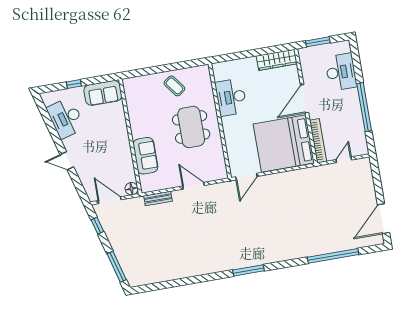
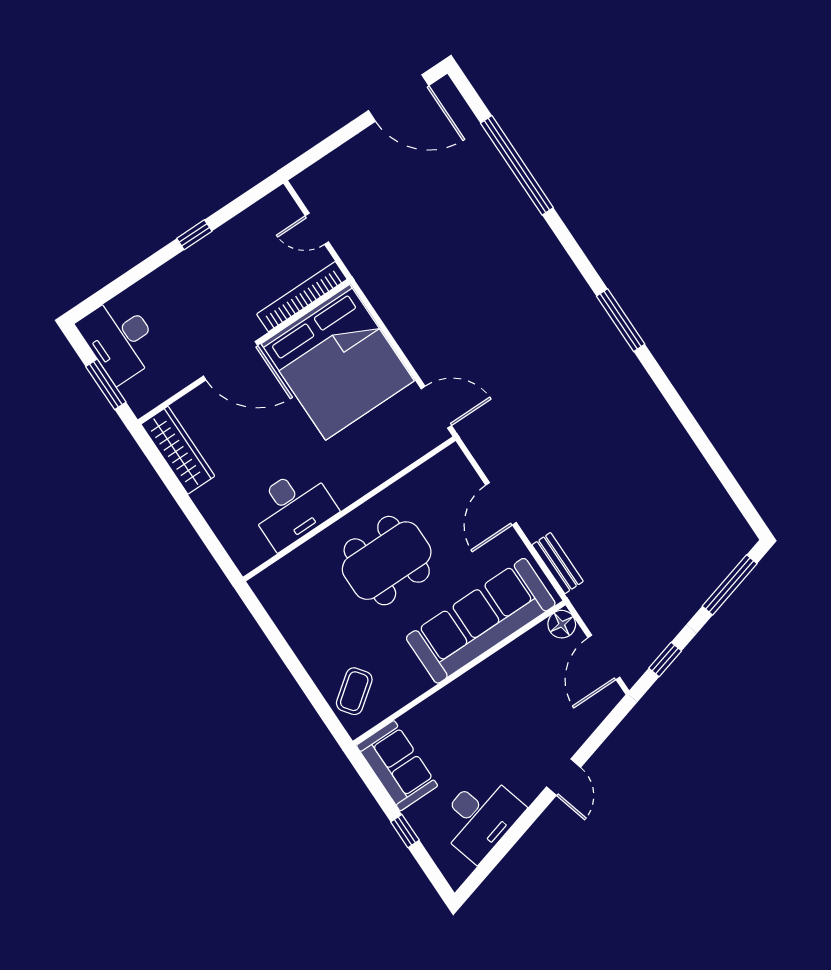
desk: (341, 72) -> (120, 339), moved, turned -90
coffee table: (174, 86) -> (354, 691), moved
window: (364, 107) -> (194, 235), width x0.32
sofa: (145, 156) -> (481, 621), width x1.85, depth x1.27

